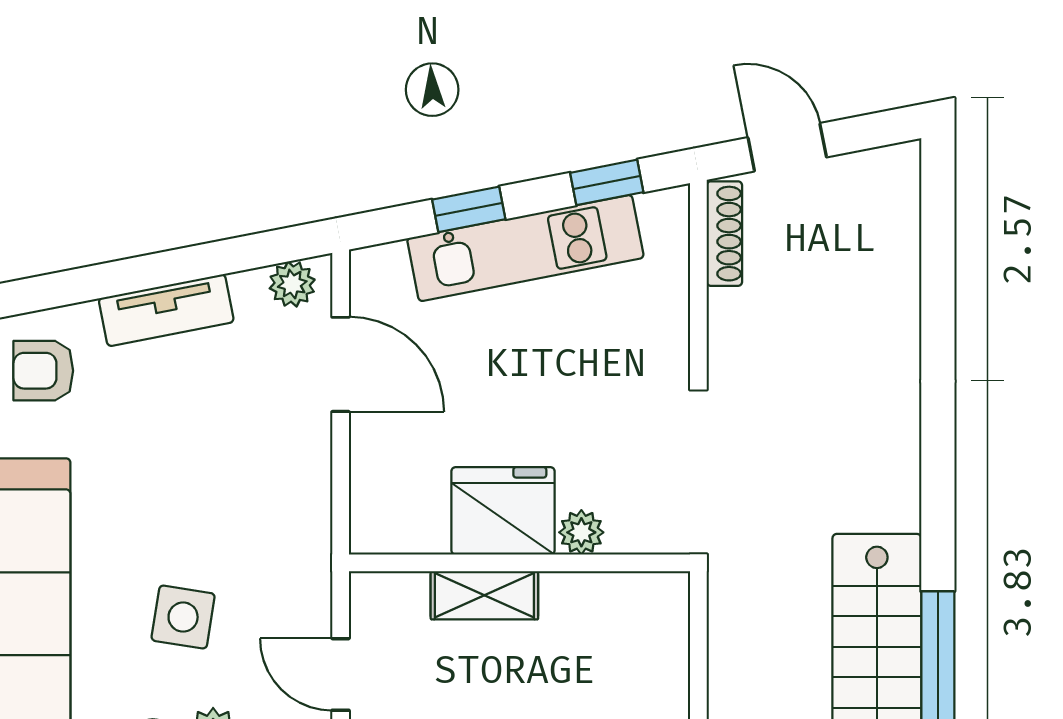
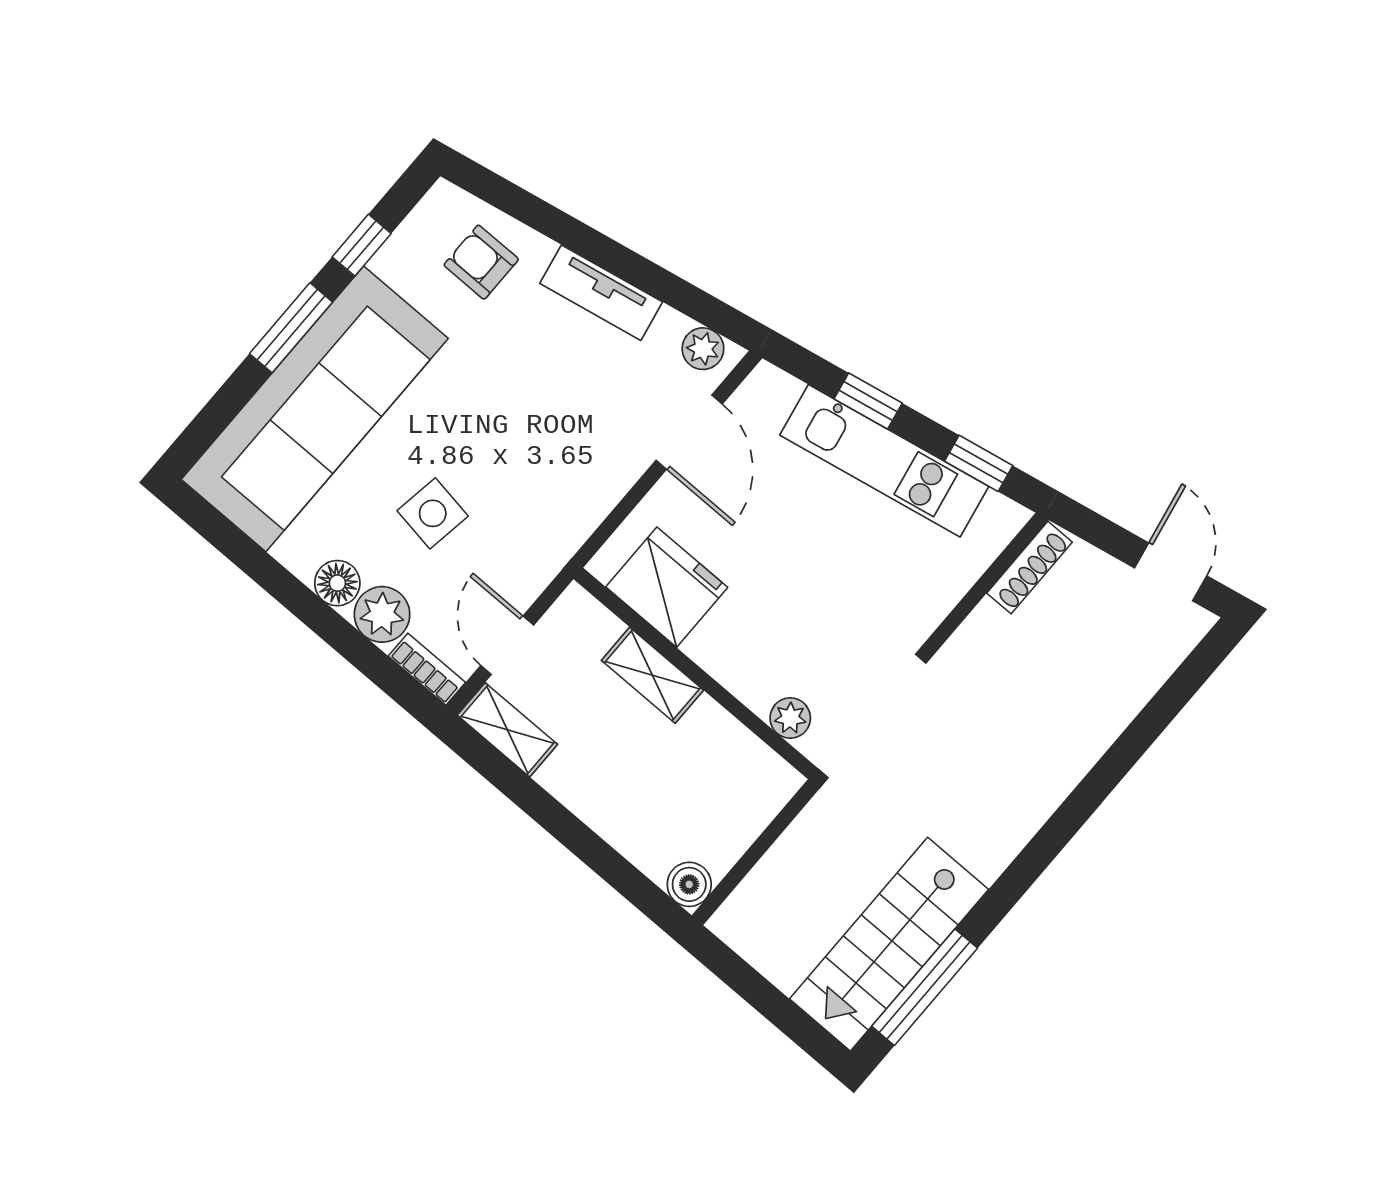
door: (787, 147) -> (1171, 572), moved
fridge: (503, 511) -> (667, 587), moved
plant: (581, 532) -> (790, 718), moved

